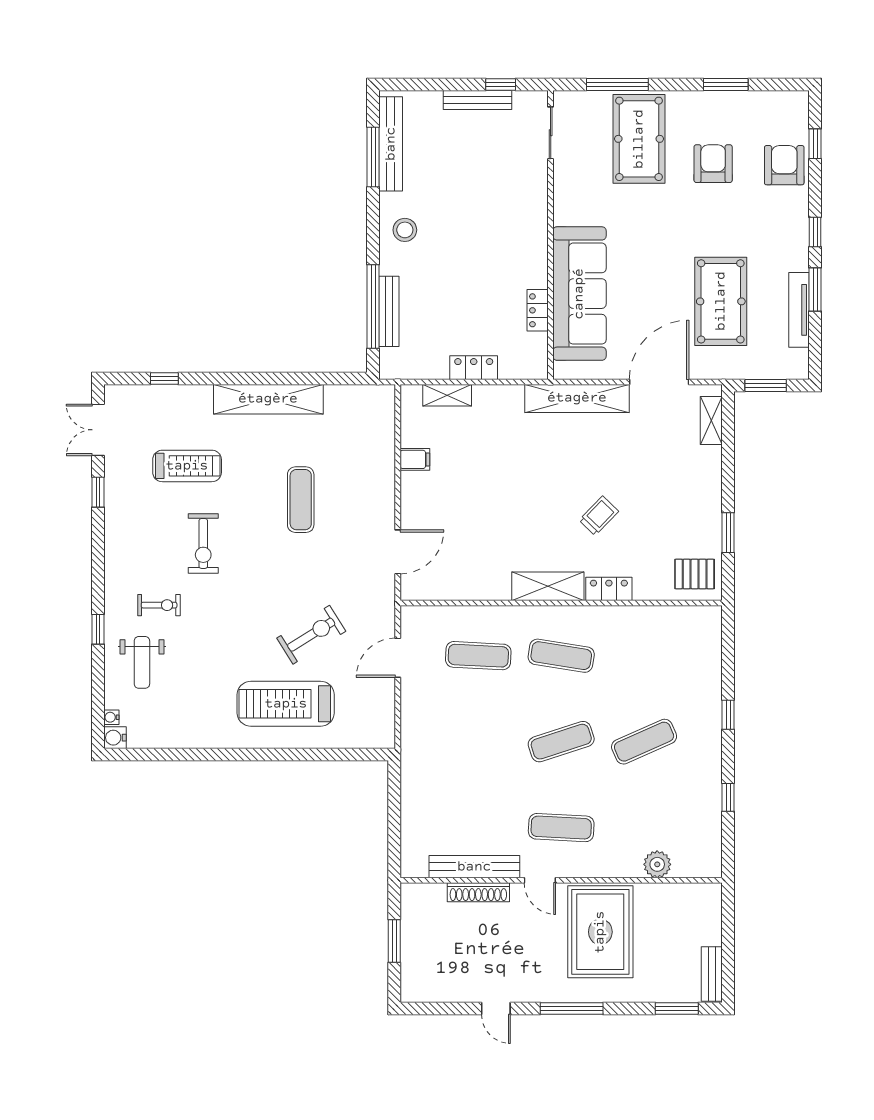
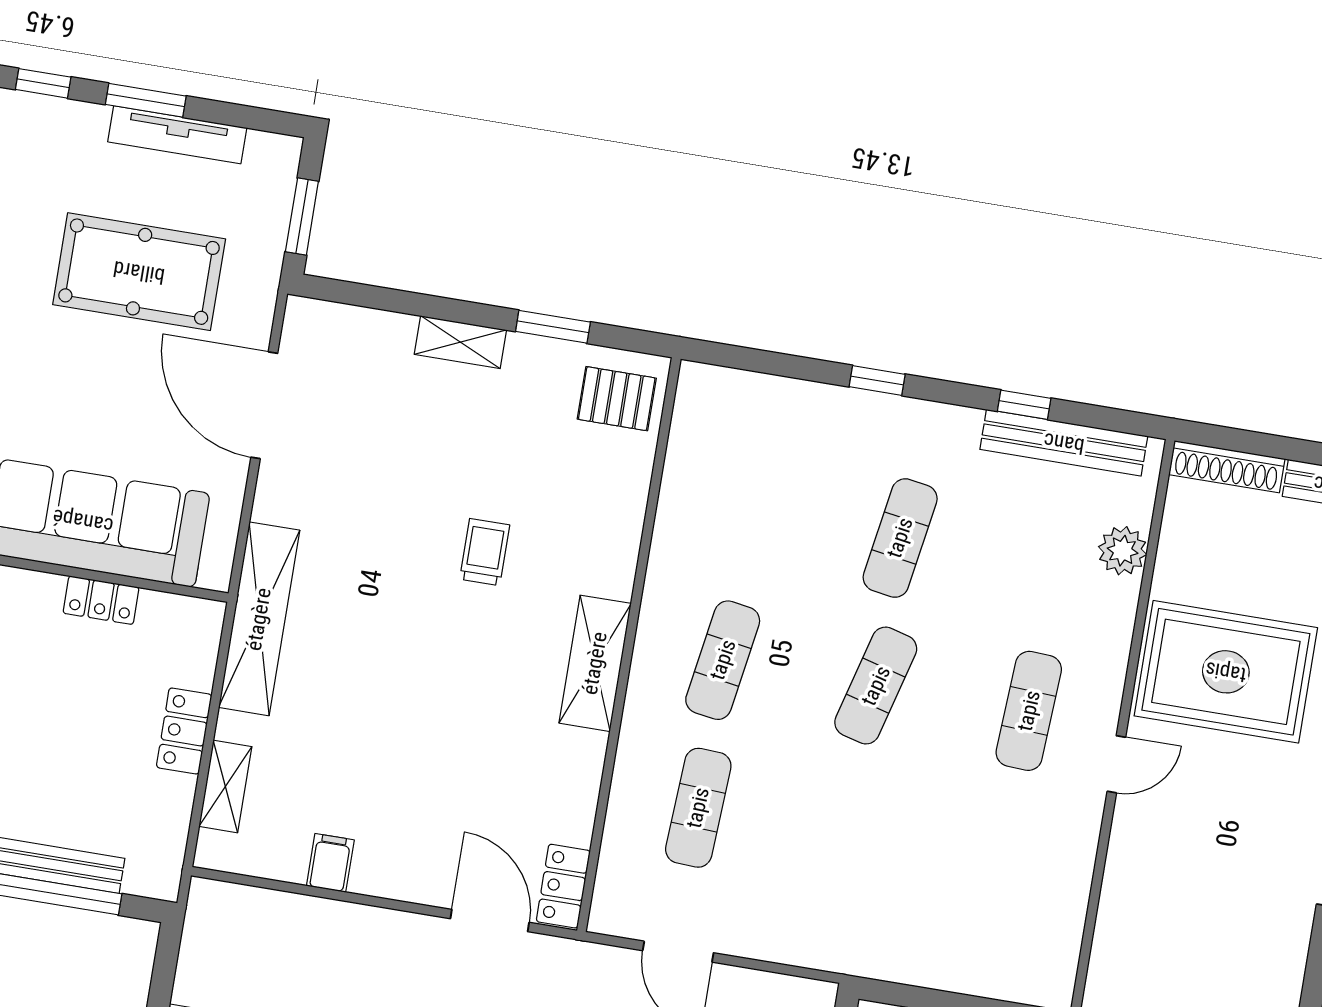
shelving: (577, 398) -> (259, 619), moved
shelving: (711, 421) -> (460, 342), moved
trolley: (599, 516) -> (485, 552), turned 46
pallet: (695, 574) -> (617, 399), turned 90
locker: (609, 589) -> (563, 886), moved
exercise mat: (561, 742) -> (876, 686), turned 33
exercise mat: (644, 742) -> (900, 538), turned 33
bench: (474, 867) -> (1064, 443), moved, turned 90
shoe rack: (478, 892) -> (1227, 467), moved, turned 90

